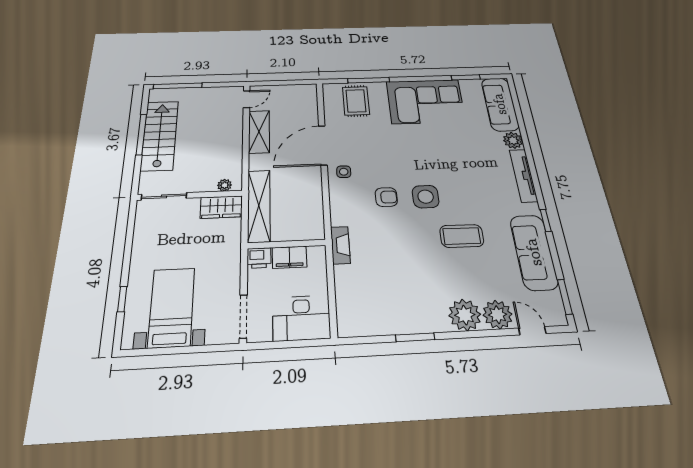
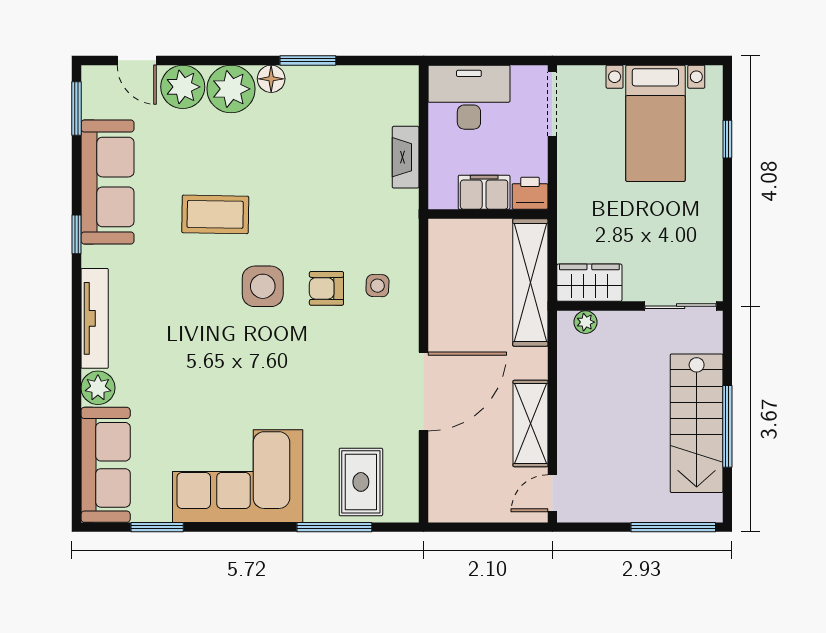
side table: (344, 172) -> (377, 286), moved
fireplace: (340, 245) -> (406, 157), moved
floor lamp: (439, 323) -> (271, 79), added

